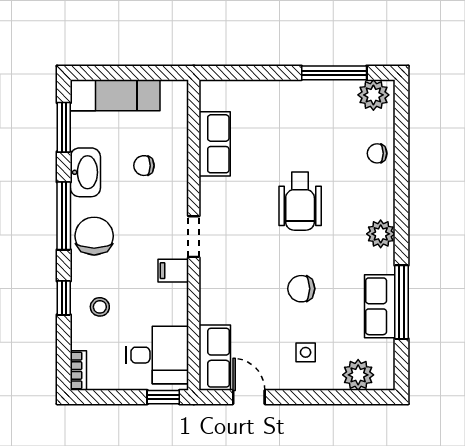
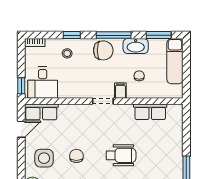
wheelchair: (300, 201) -> (121, 155), turned 180
filing cabinet: (173, 271) -> (120, 91), moved
side table: (306, 352) -> (44, 158), width x1.87, depth x1.87

